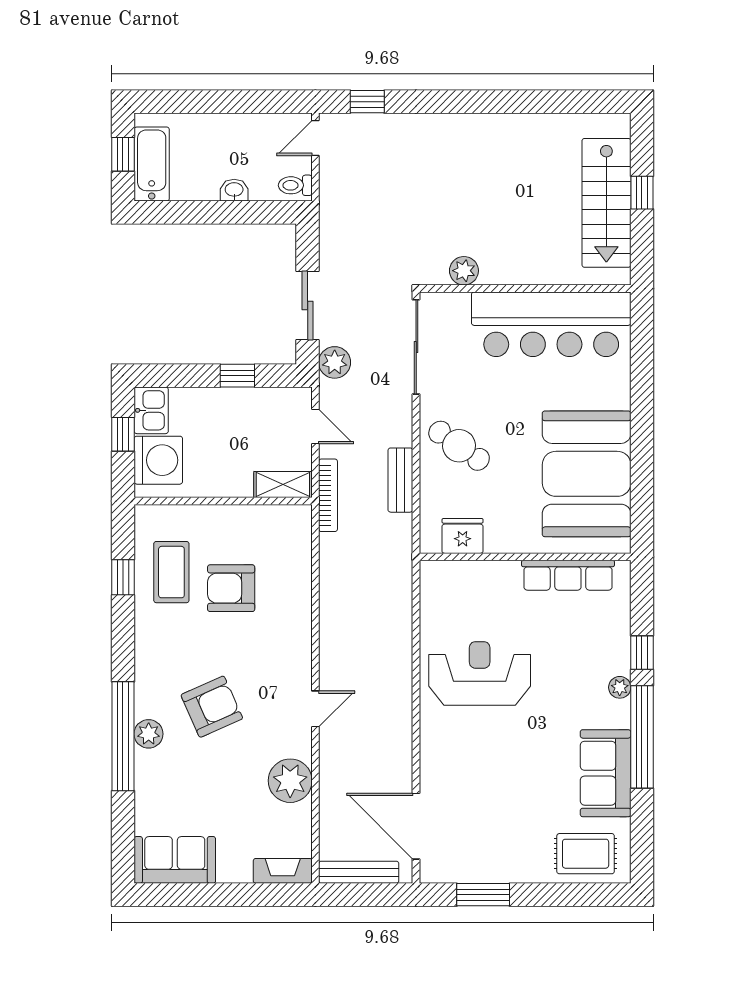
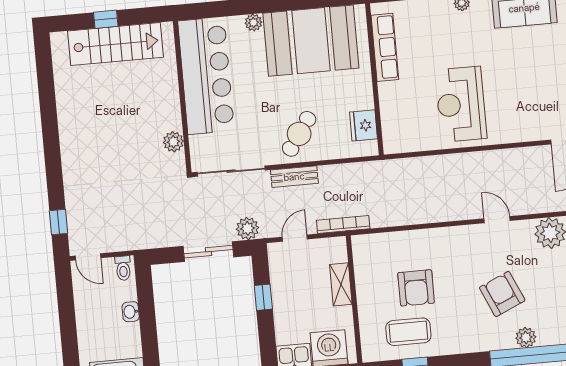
plant: (619, 397) -> (253, 23), added
bench: (400, 480) -> (294, 177), moved
shelving: (283, 485) -> (341, 284), moved

